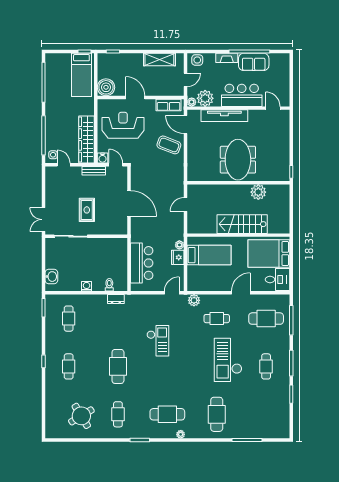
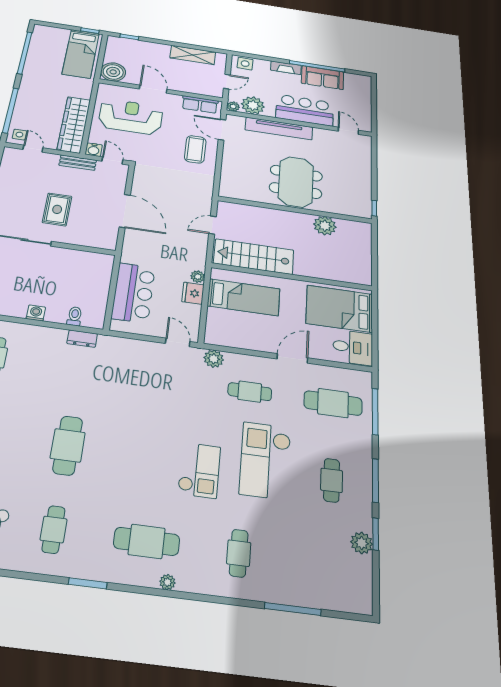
coffee table: (169, 145) -> (195, 149), turned 69
stairs: (242, 224) -> (254, 257), moved
door: (172, 293) -> (178, 342), hinge flipped
checkout: (158, 341) -> (199, 470), moved
plant: (283, 400) -> (362, 543), added
cafe table: (217, 414) -> (239, 553), width x0.73, depth x0.74

